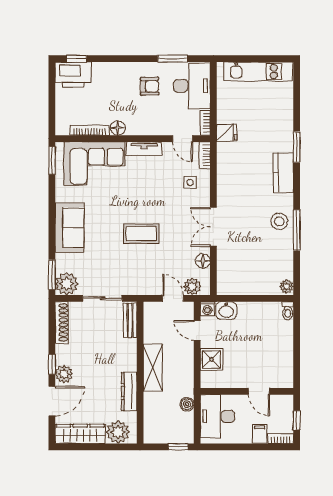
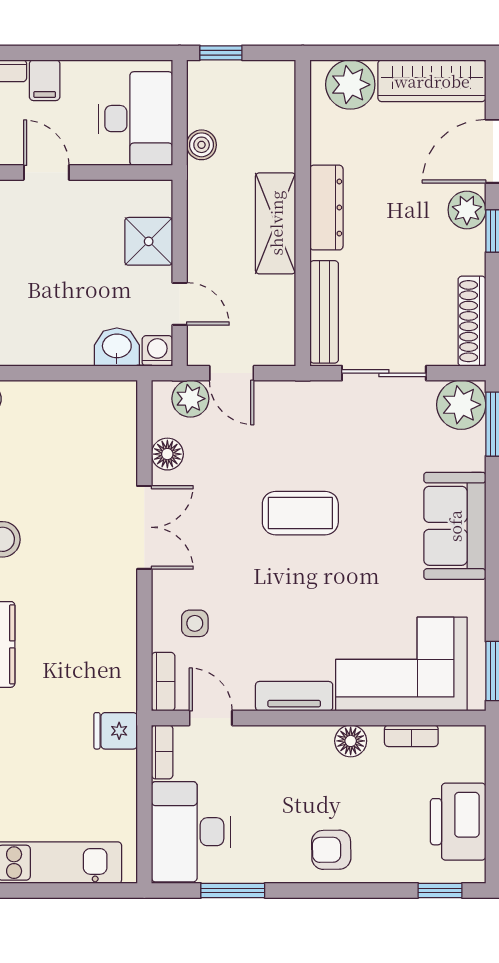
printer: (73, 75) -> (458, 822), moved, turned -90
armchair: (150, 86) -> (331, 850), moved
bookcase: (90, 130) -> (411, 736), width x0.64
bench: (130, 320) -> (324, 312), width x1.36
dresser: (129, 391) -> (326, 208), moved

